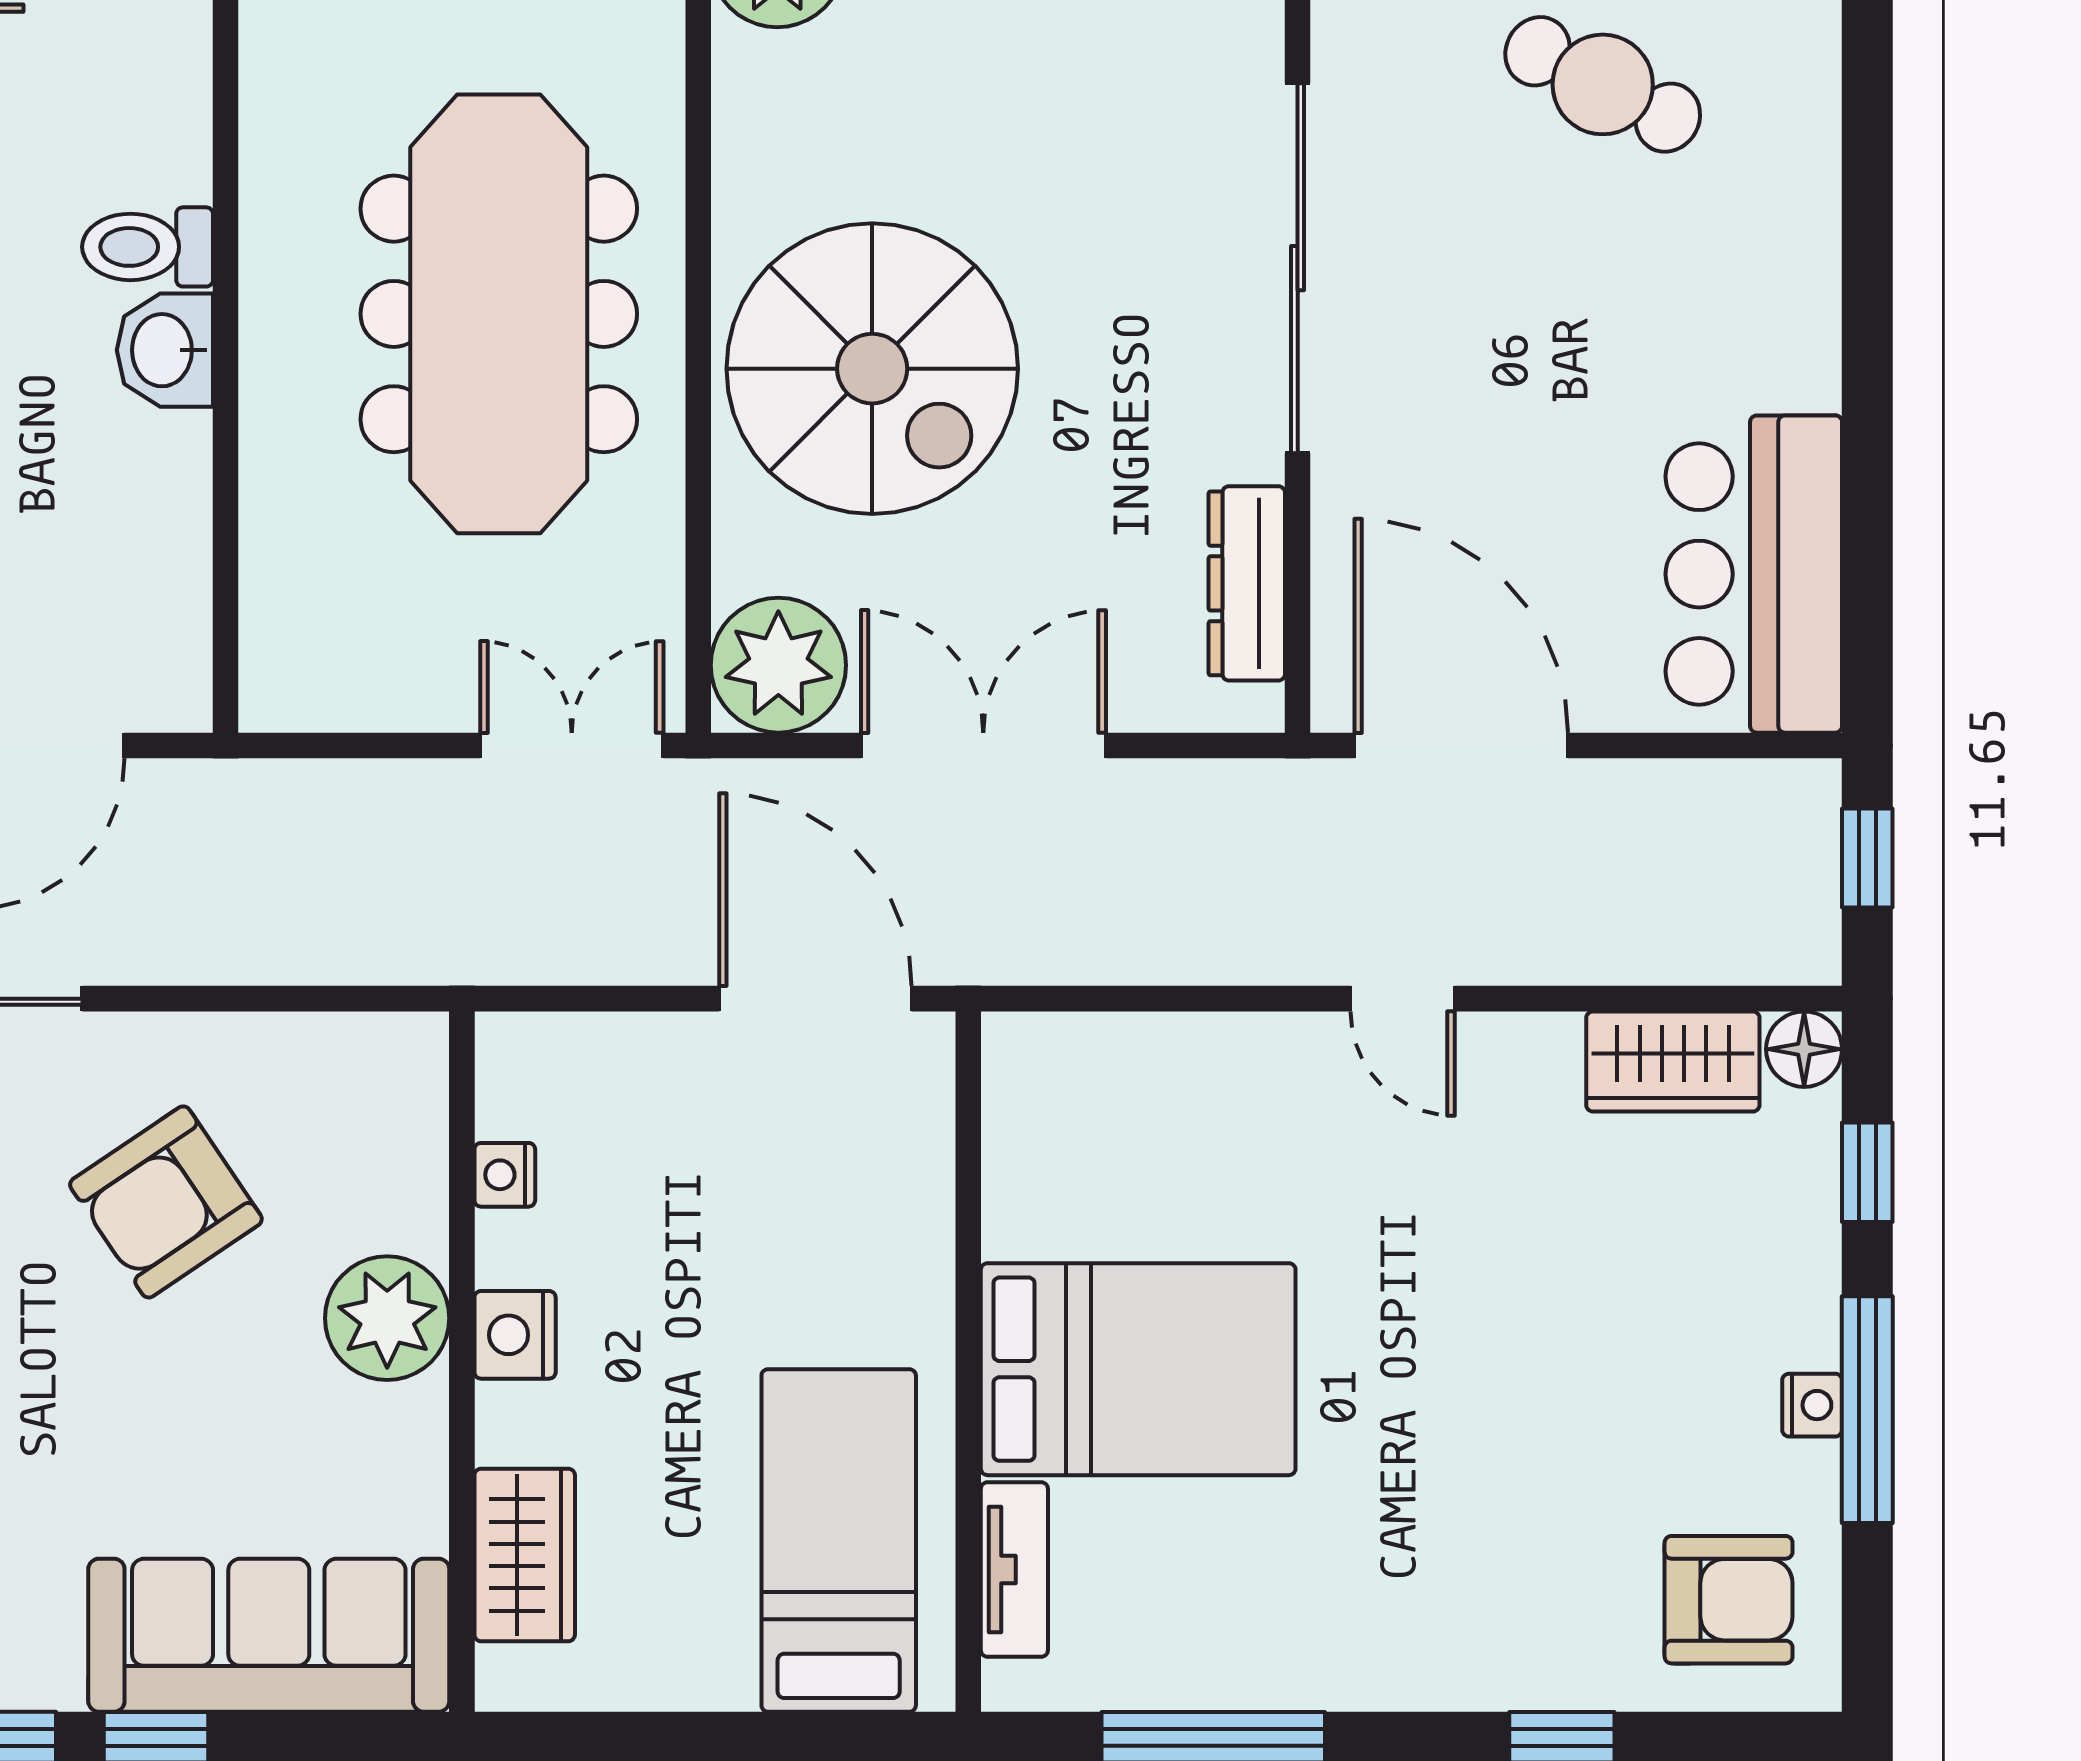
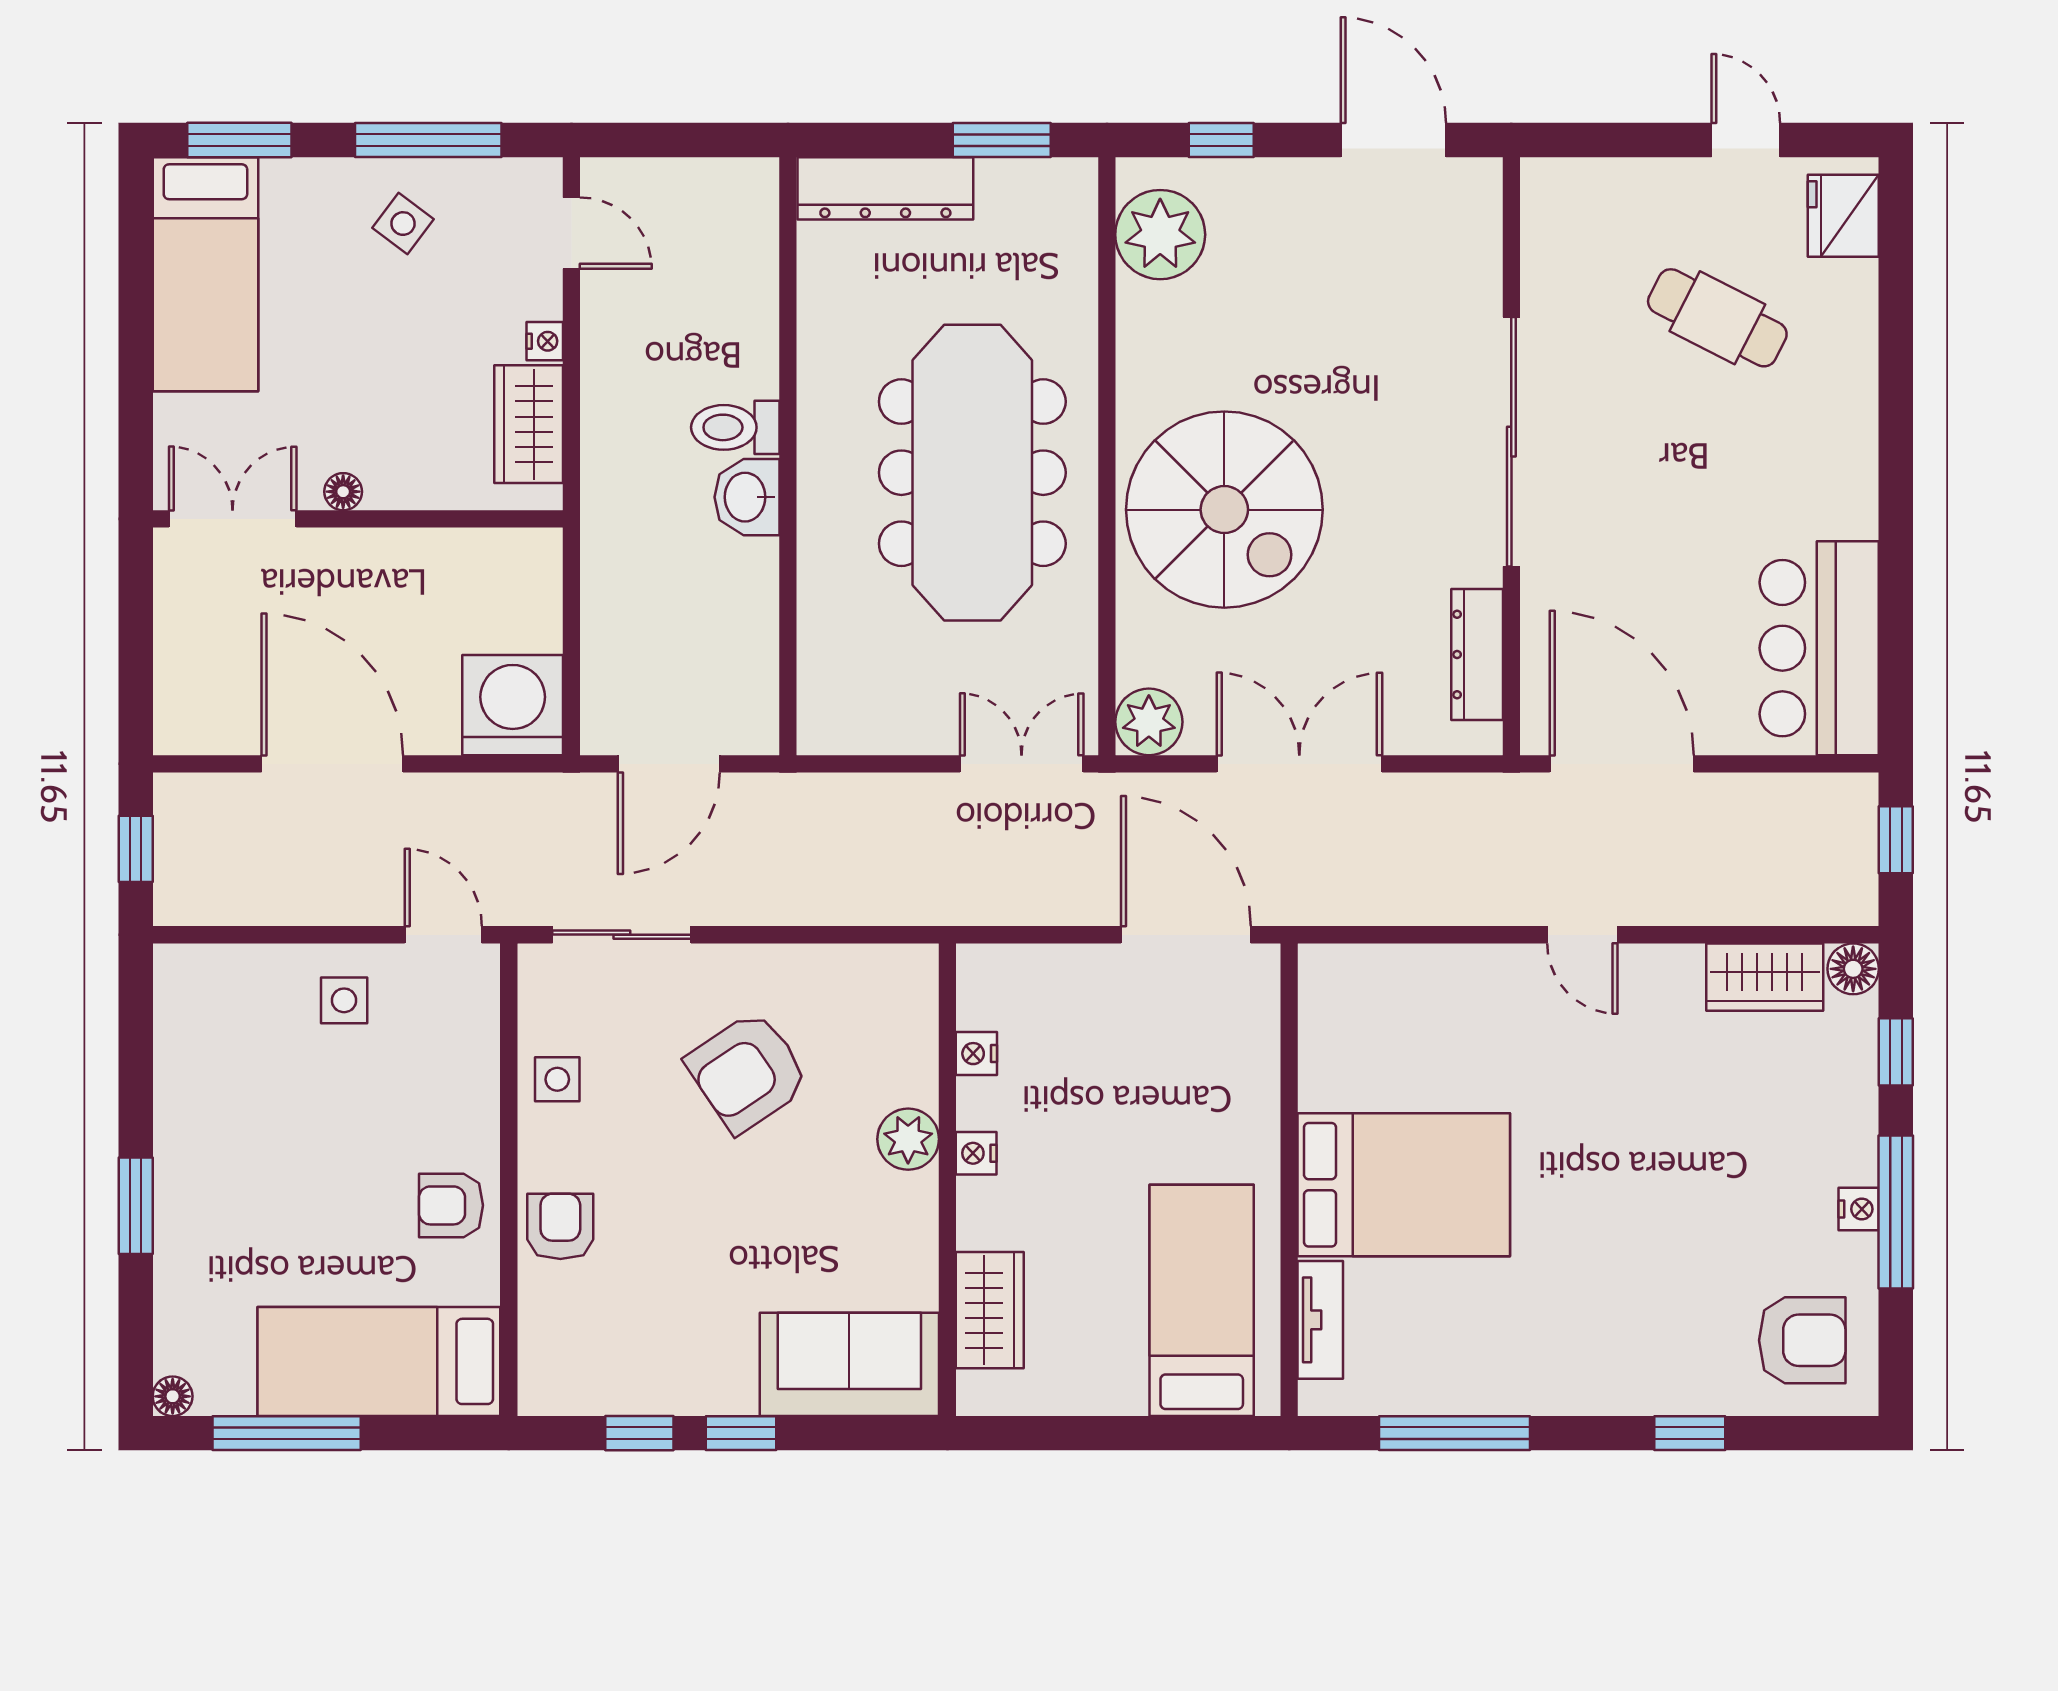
plant: (778, 665) -> (1149, 722), width x0.73, depth x0.73
plant: (387, 1318) -> (908, 1139), width x0.73, depth x0.73
nightstand: (515, 1335) -> (976, 1153), width x0.72, depth x0.74
sofa: (269, 1635) -> (849, 1364), width x0.73

